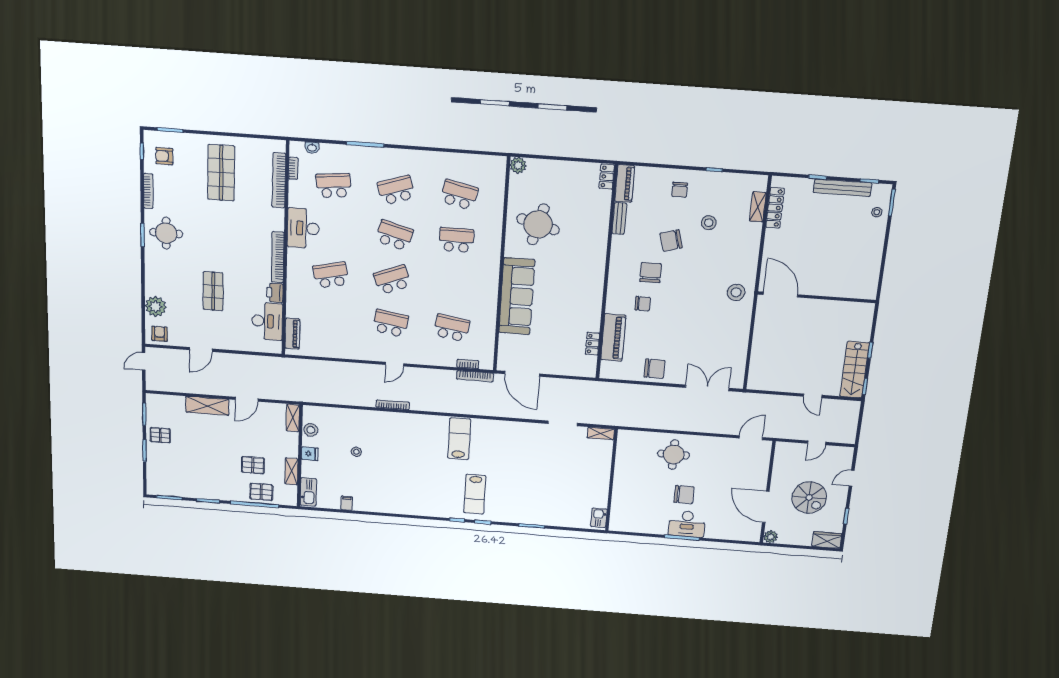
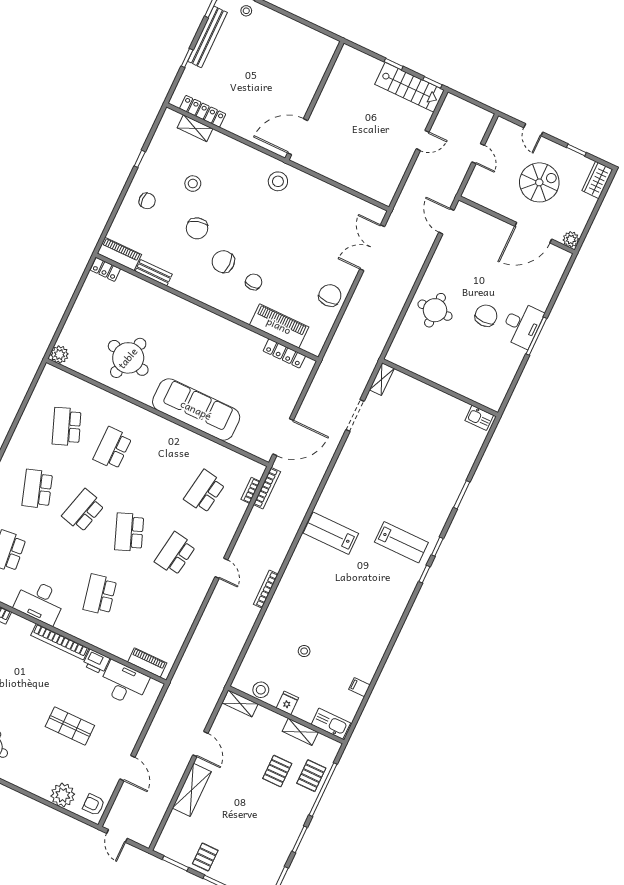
school desk: (459, 195) -> (67, 427), turned -33
locker: (592, 344) -> (284, 353), width x1.53

